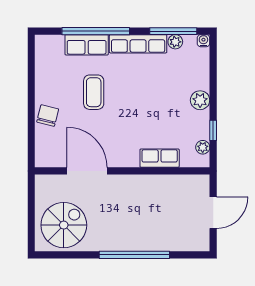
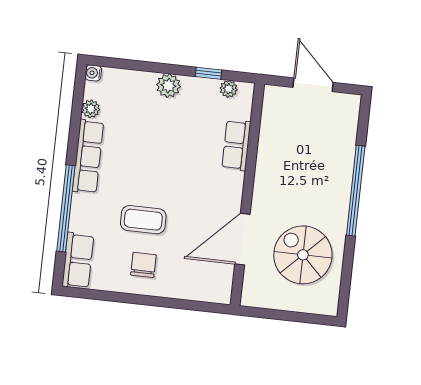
window: (173, 31) -> (77, 110), removed
row of seats: (87, 45) -> (78, 261), moved
chair: (48, 115) -> (143, 265), moved, turned 76
spiral stairs: (64, 225) -> (303, 255), moved

